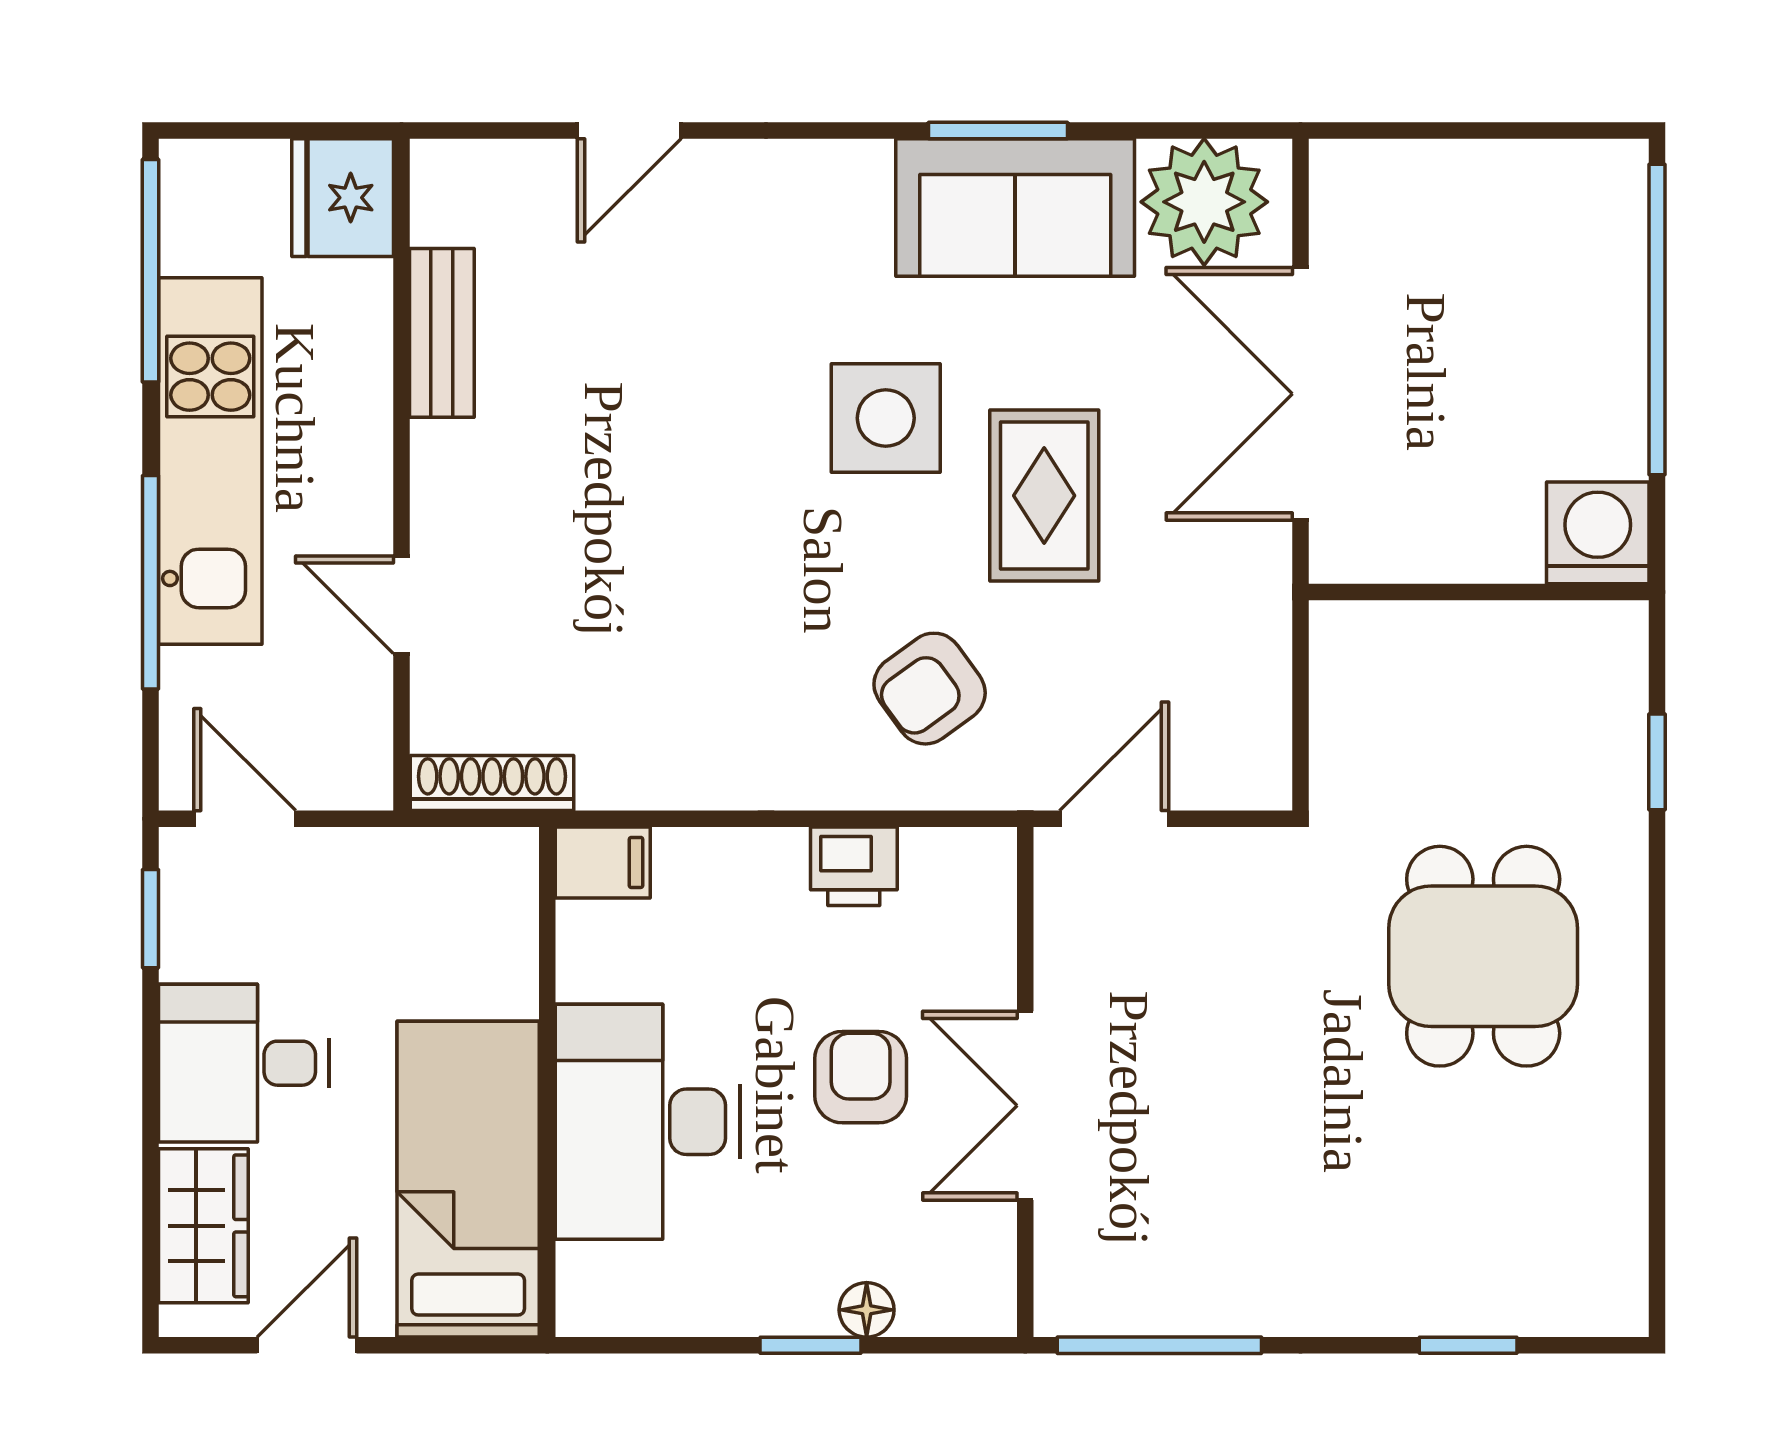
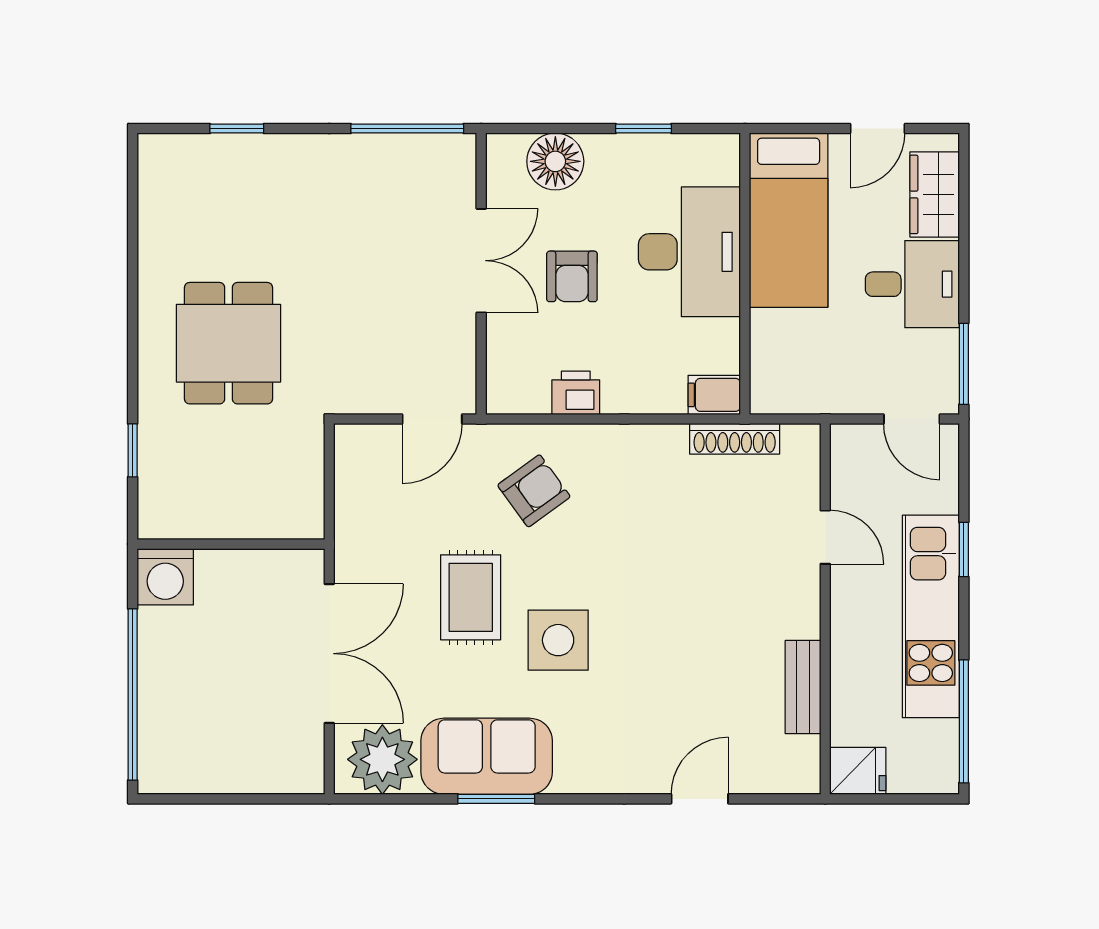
fridge: (343, 198) -> (858, 771), width x0.72
window: (150, 582) -> (964, 549), width x0.46
shoe rack: (492, 783) -> (735, 439), moved
window: (150, 919) -> (964, 364), width x1.50
floor lamp: (867, 1310) -> (555, 161), width x1.89, depth x1.89
window: (811, 1345) -> (643, 129), moved

